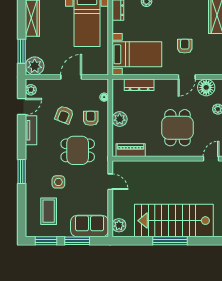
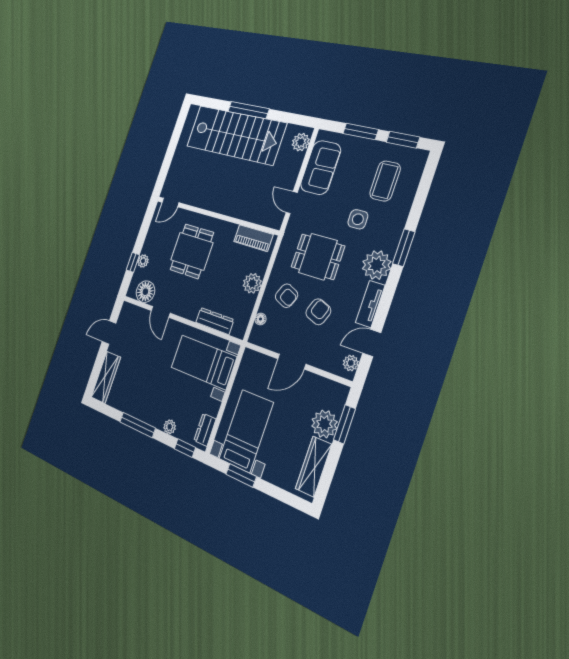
armchair: (185, 46) -> (149, 352), removed
plant: (35, 66) -> (324, 424), moved
door: (187, 77) -> (161, 312), swing flipped
armchair: (91, 118) -> (287, 296), turned -66
plant: (35, 156) -> (377, 265), added
sofa: (90, 226) -> (321, 167), moved, turned -90

